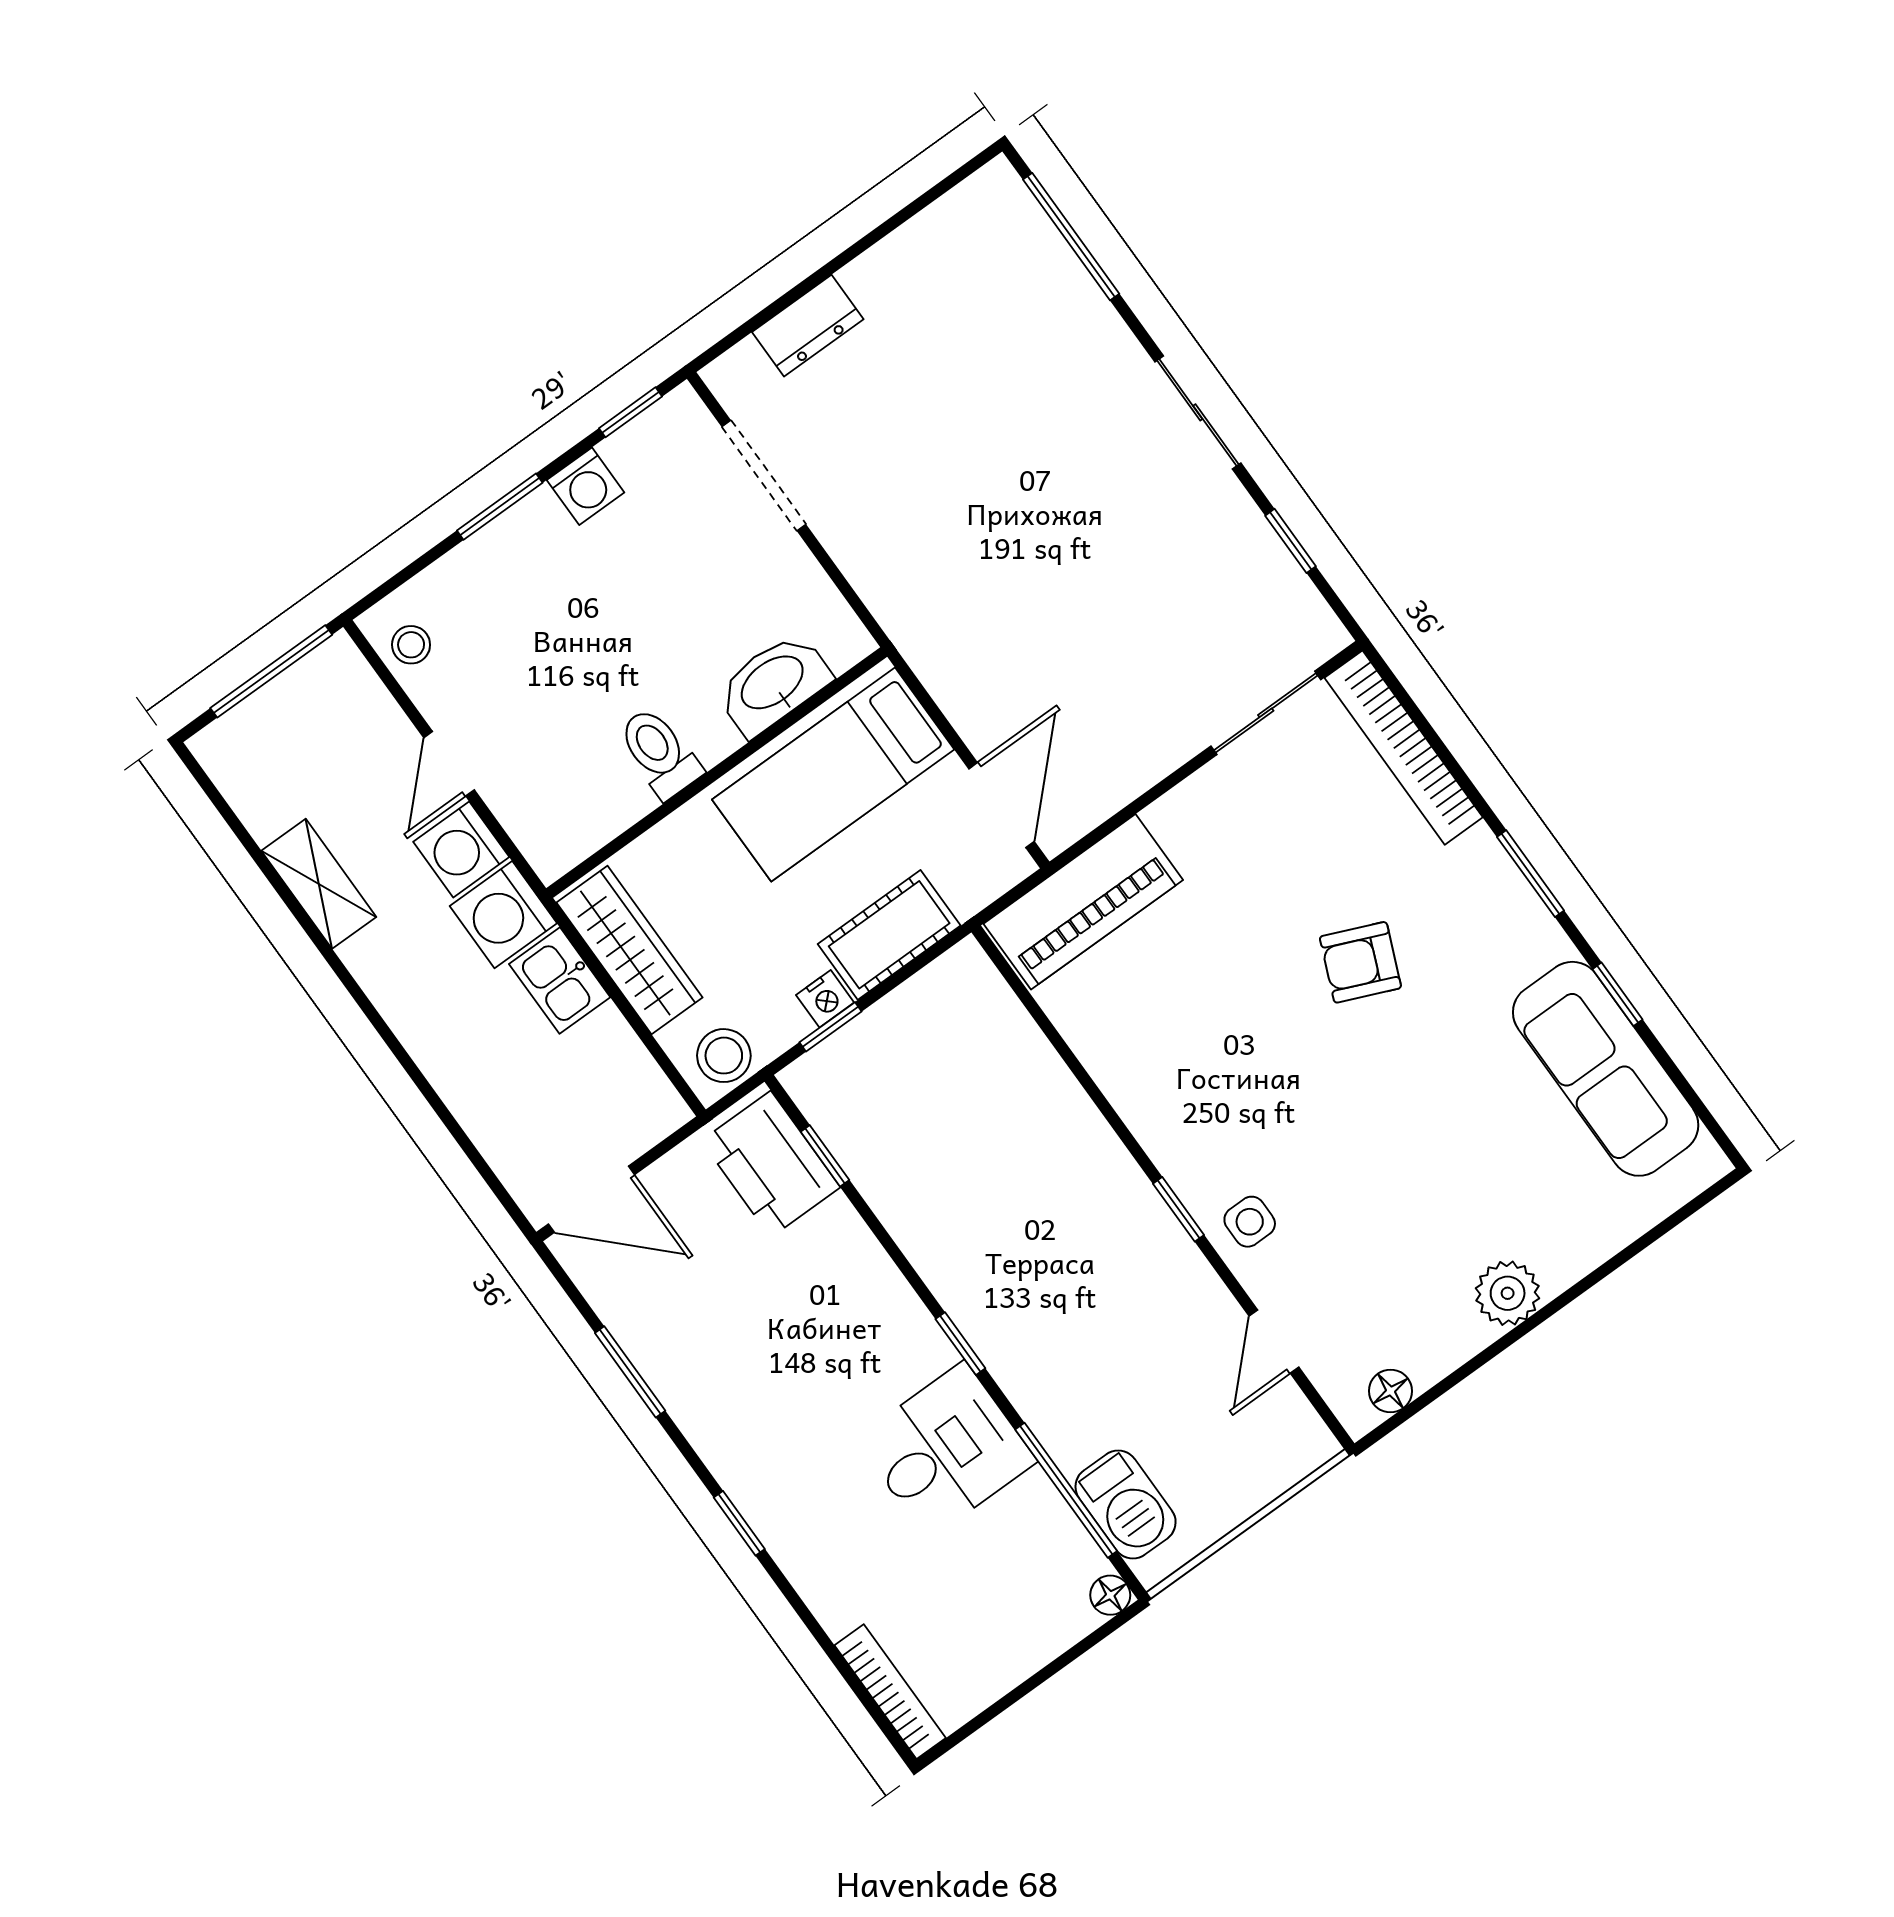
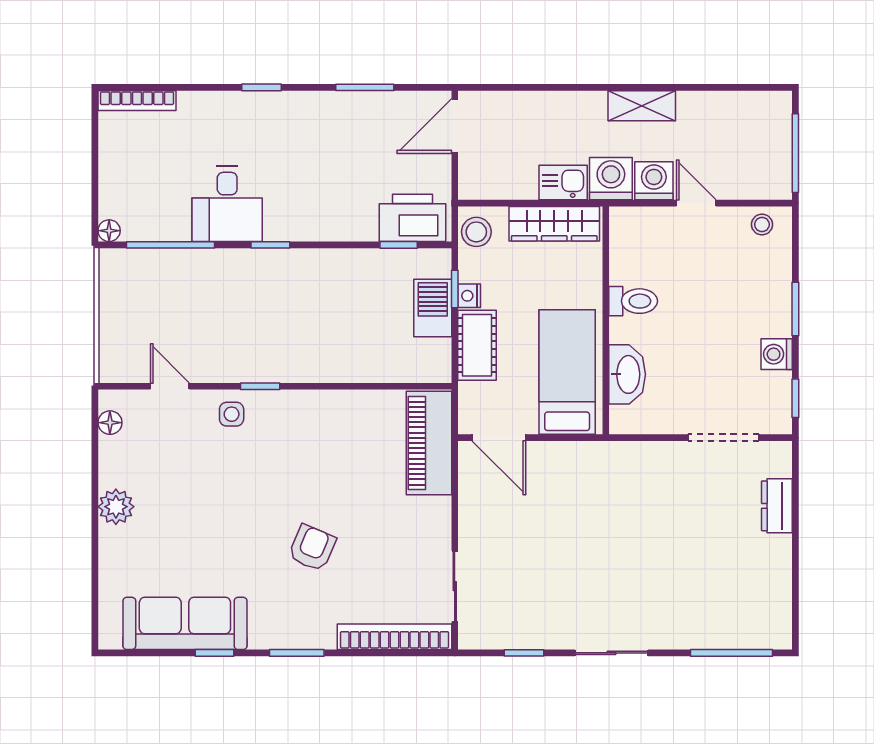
shelving: (319, 884) -> (642, 106), moved
barbecue: (1126, 1504) -> (433, 308), moved, turned 90

